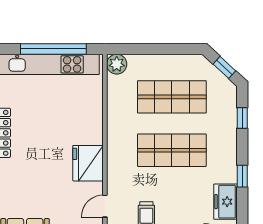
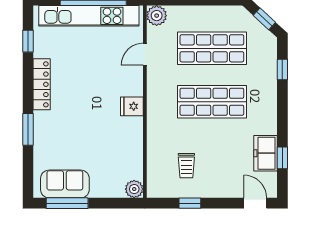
fridge: (88, 163) -> (132, 106), width x0.53, depth x0.75
window: (242, 176) -> (282, 158), moved
door: (105, 206) -> (145, 54), moved

